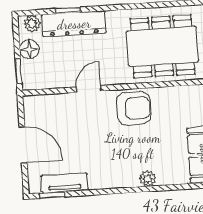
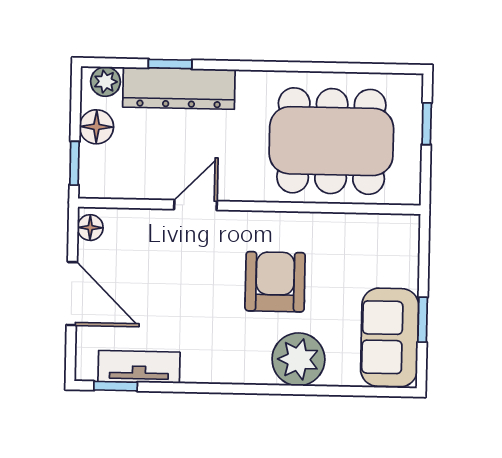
floor lamp: (30, 107) -> (90, 228), added
armchair: (134, 108) -> (275, 282), moved, turned -90
plant: (148, 179) -> (298, 359), width x1.87, depth x1.87

